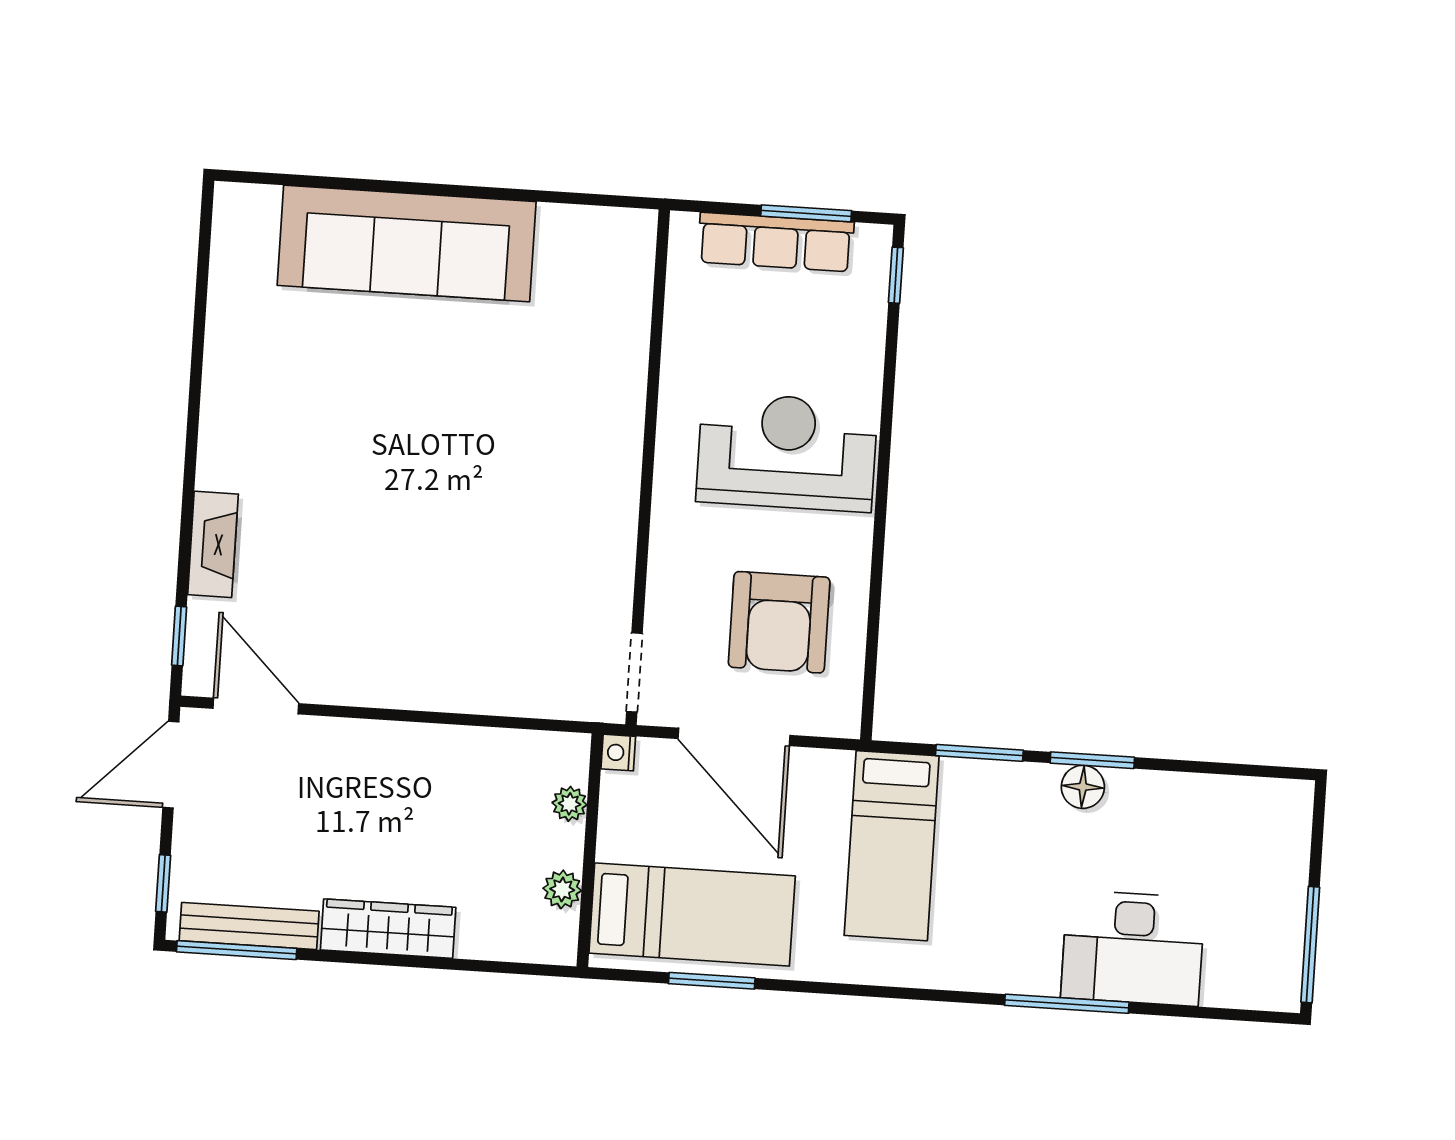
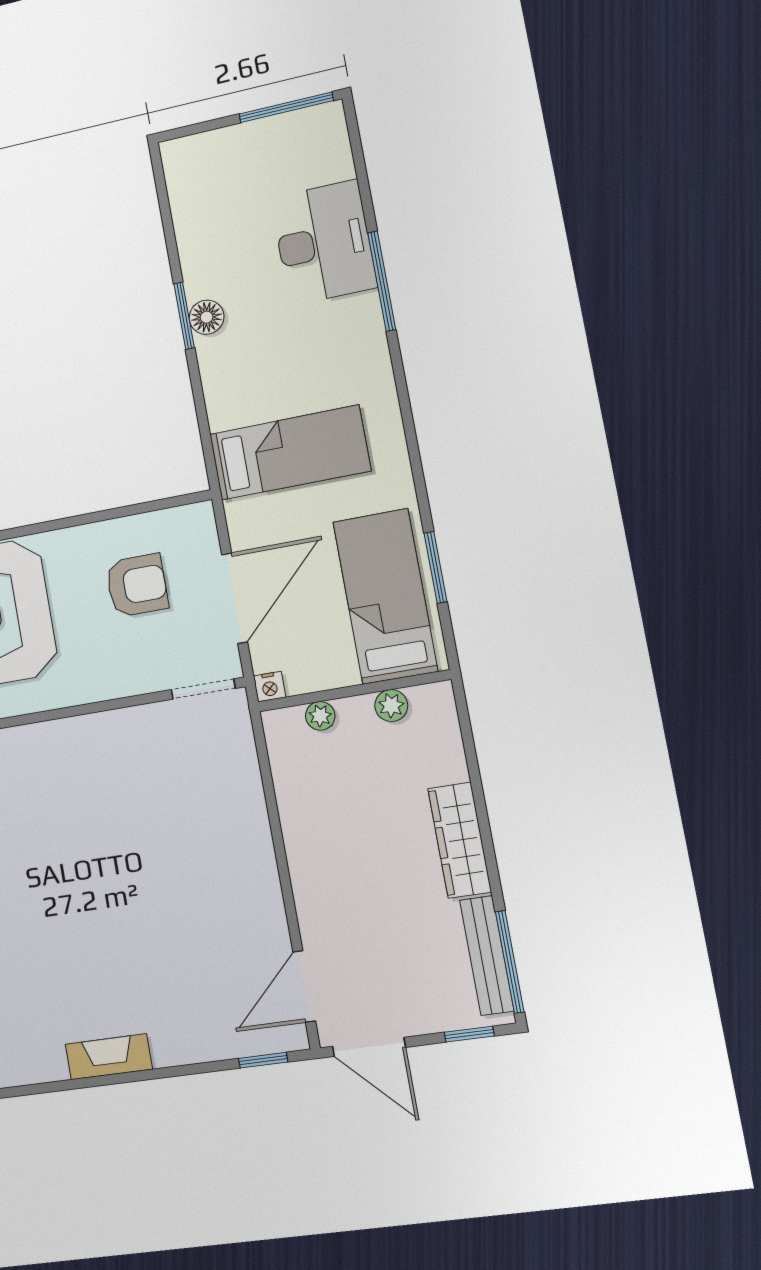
fireplace: (213, 544) -> (109, 1057), moved
armchair: (779, 622) -> (137, 585), width x0.73, depth x0.73
window: (979, 753) -> (200, 404), removed

